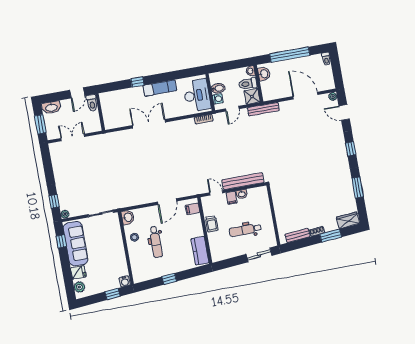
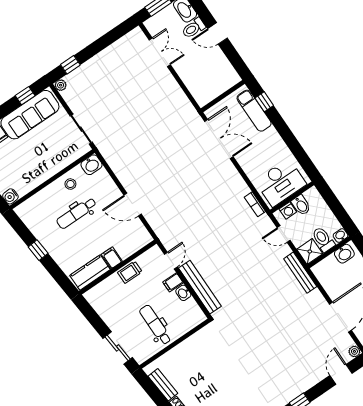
exam couch: (160, 88) -> (254, 111), moved
toilet: (92, 103) -> (194, 28), moved
wall: (100, 112) -> (223, 96), moved
filing cabinet: (193, 209) -> (112, 258), moved
dental chair: (245, 230) -> (155, 325), moved

